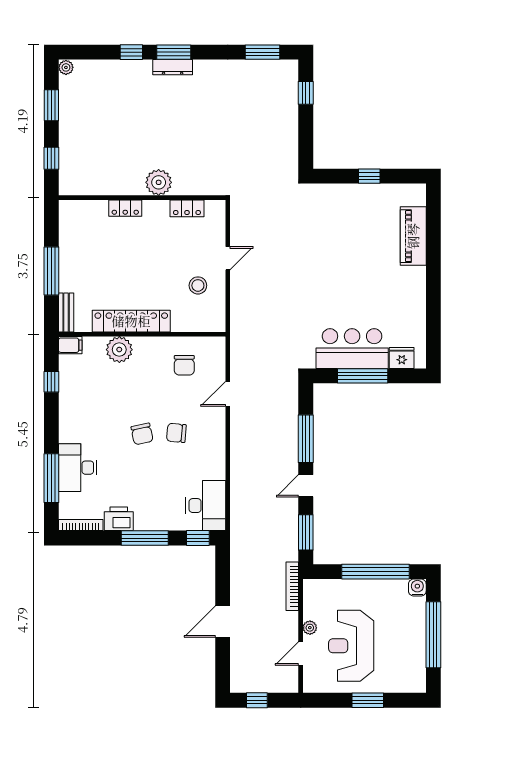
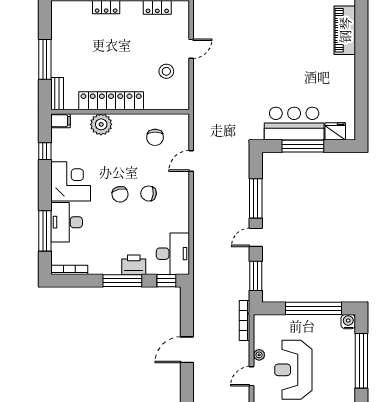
corner desk: (82, 418) -> (71, 181), added
printer: (119, 519) -> (134, 265), moved

